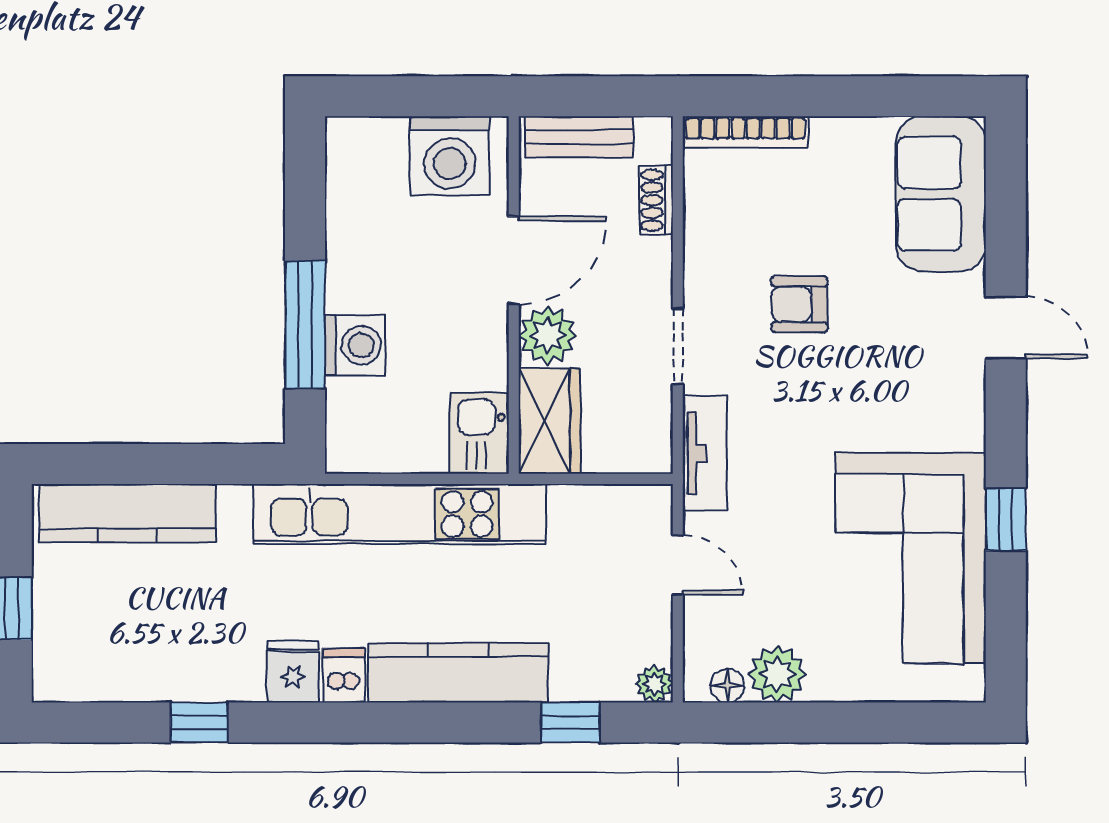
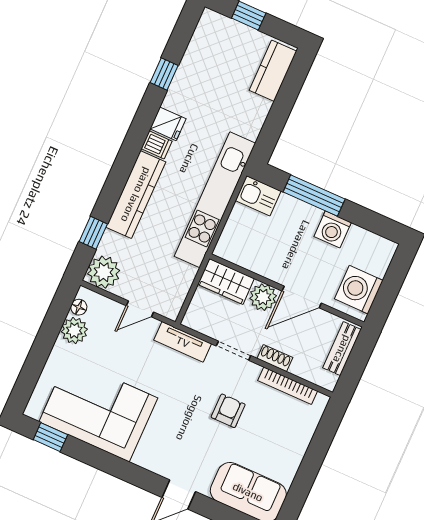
bookcase: (745, 132) -> (288, 386), moved, turned -90
shoe rack: (656, 200) -> (275, 358), moved
door: (514, 260) -> (302, 297), hinge flipped
washing machine: (355, 345) -> (333, 229), moved
kitchen sink: (479, 433) -> (258, 196), moved, turned 180
kitchen counter: (127, 513) -> (273, 71), width x0.67
window: (1006, 520) -> (50, 437), moved
plant: (654, 684) -> (104, 272), width x1.88, depth x1.88

